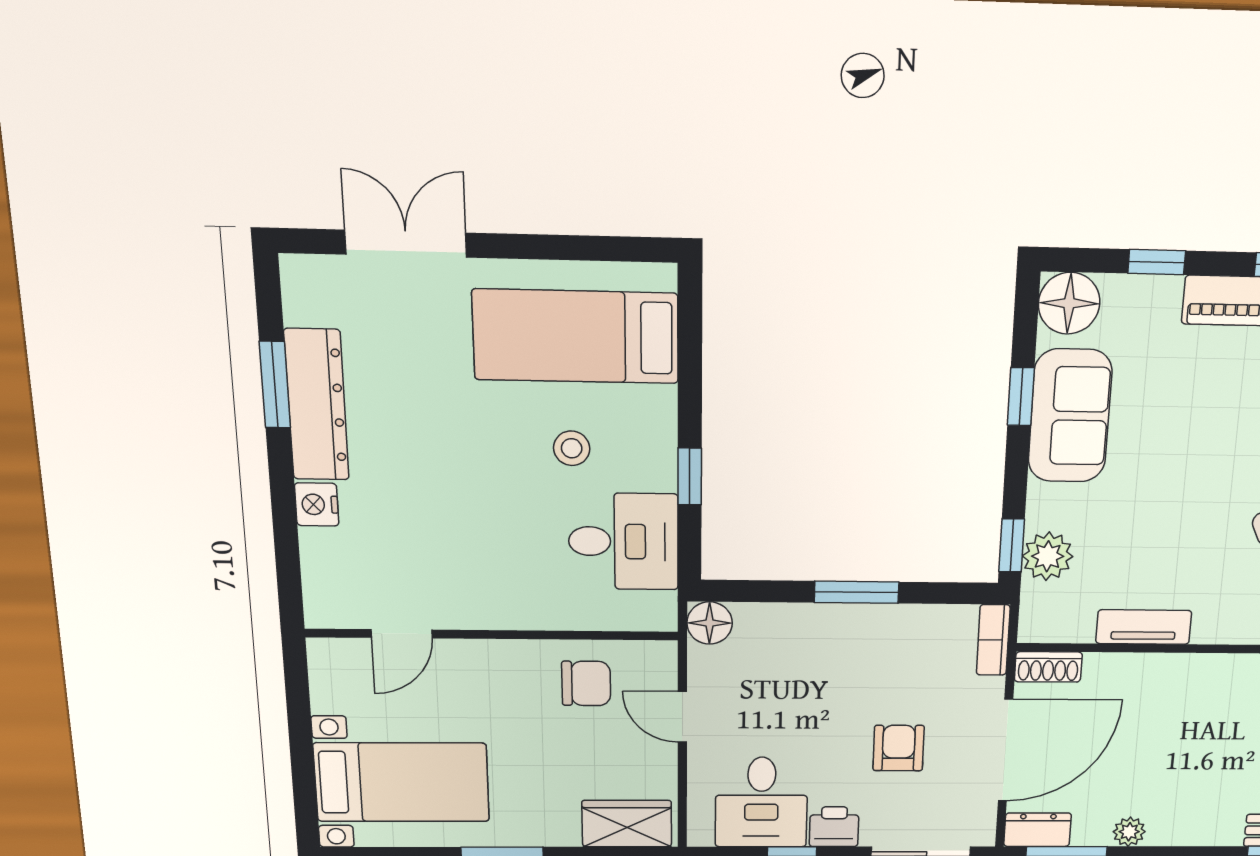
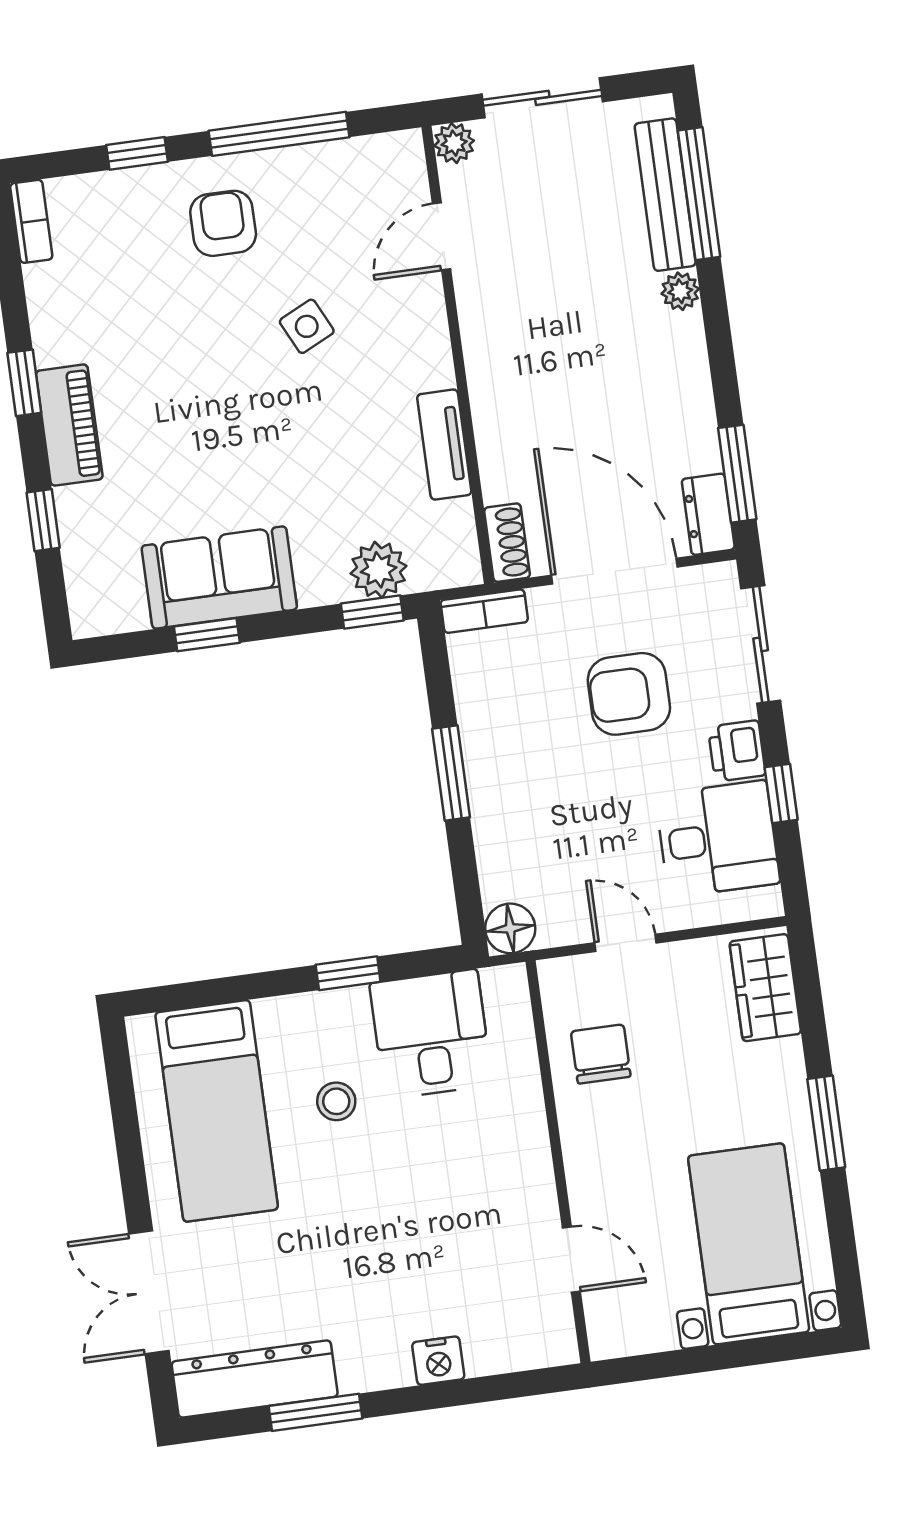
floor lamp: (1069, 303) -> (100, 603), removed
dresser: (317, 405) -> (255, 1379), moved
door: (682, 717) -> (625, 943), swing flipped
armchair: (899, 748) -> (629, 694), width x1.38, depth x1.38
plant: (1129, 832) -> (680, 291), moved

